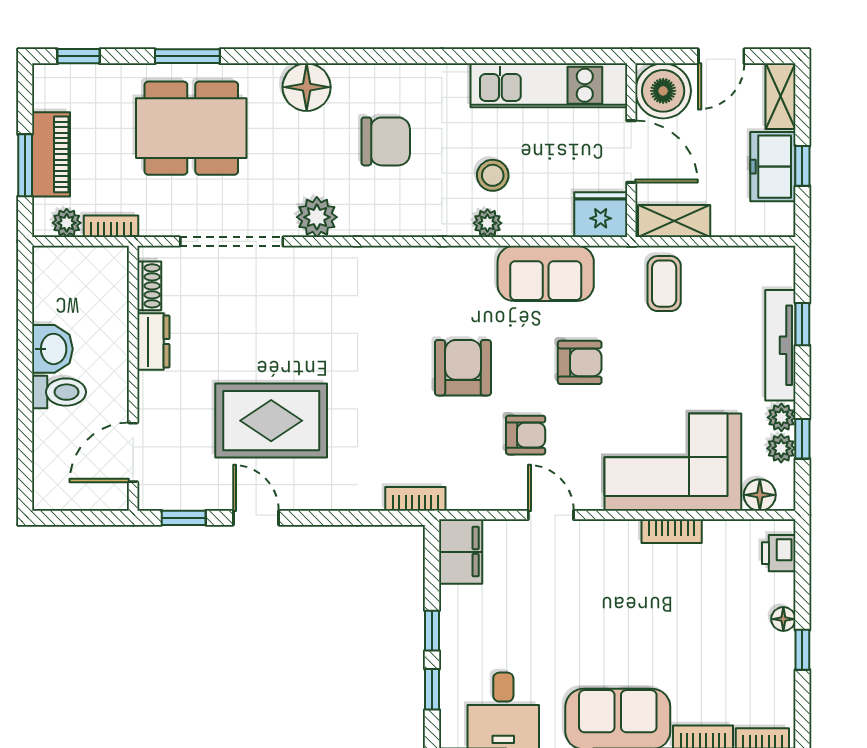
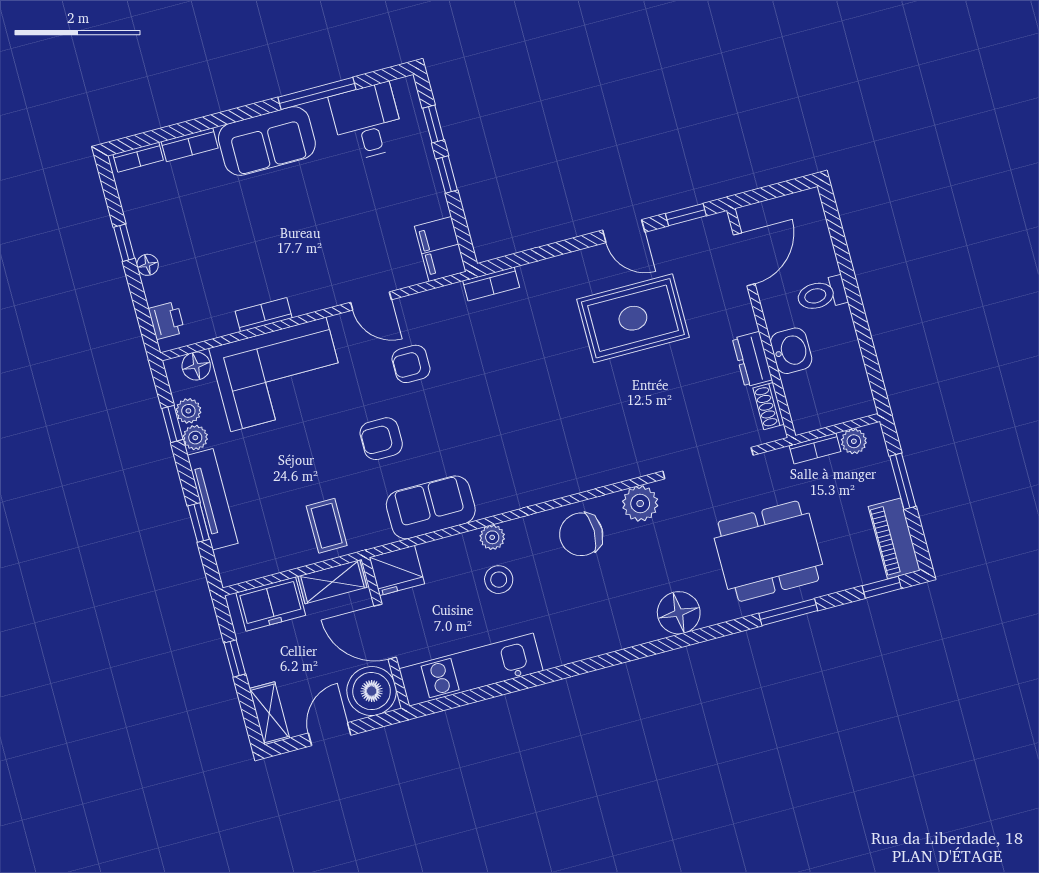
chair: (386, 141) -> (581, 534), moved
piano: (51, 154) -> (894, 539), moved
freezer: (773, 167) -> (271, 604), moved, turned 90
washbasin: (52, 349) -> (791, 351), moved, turned 180
armchair: (463, 368) -> (480, 407), removed

